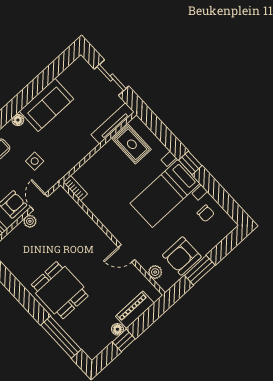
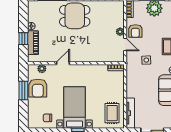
rug: (132, 144) -> (112, 113), turned 90
armchair: (182, 256) -> (38, 88), turned 180
window: (124, 340) -> (23, 39), moved

